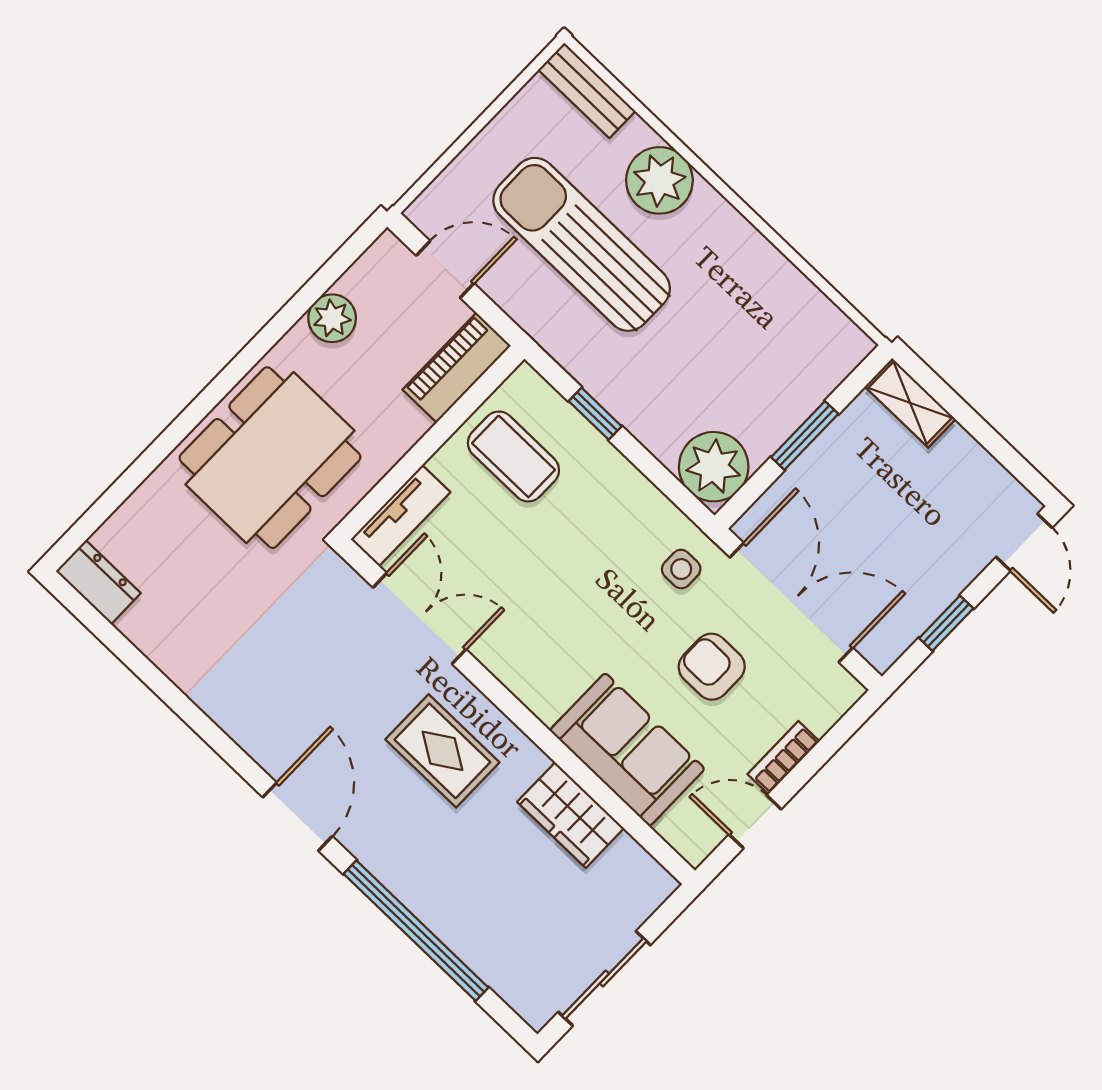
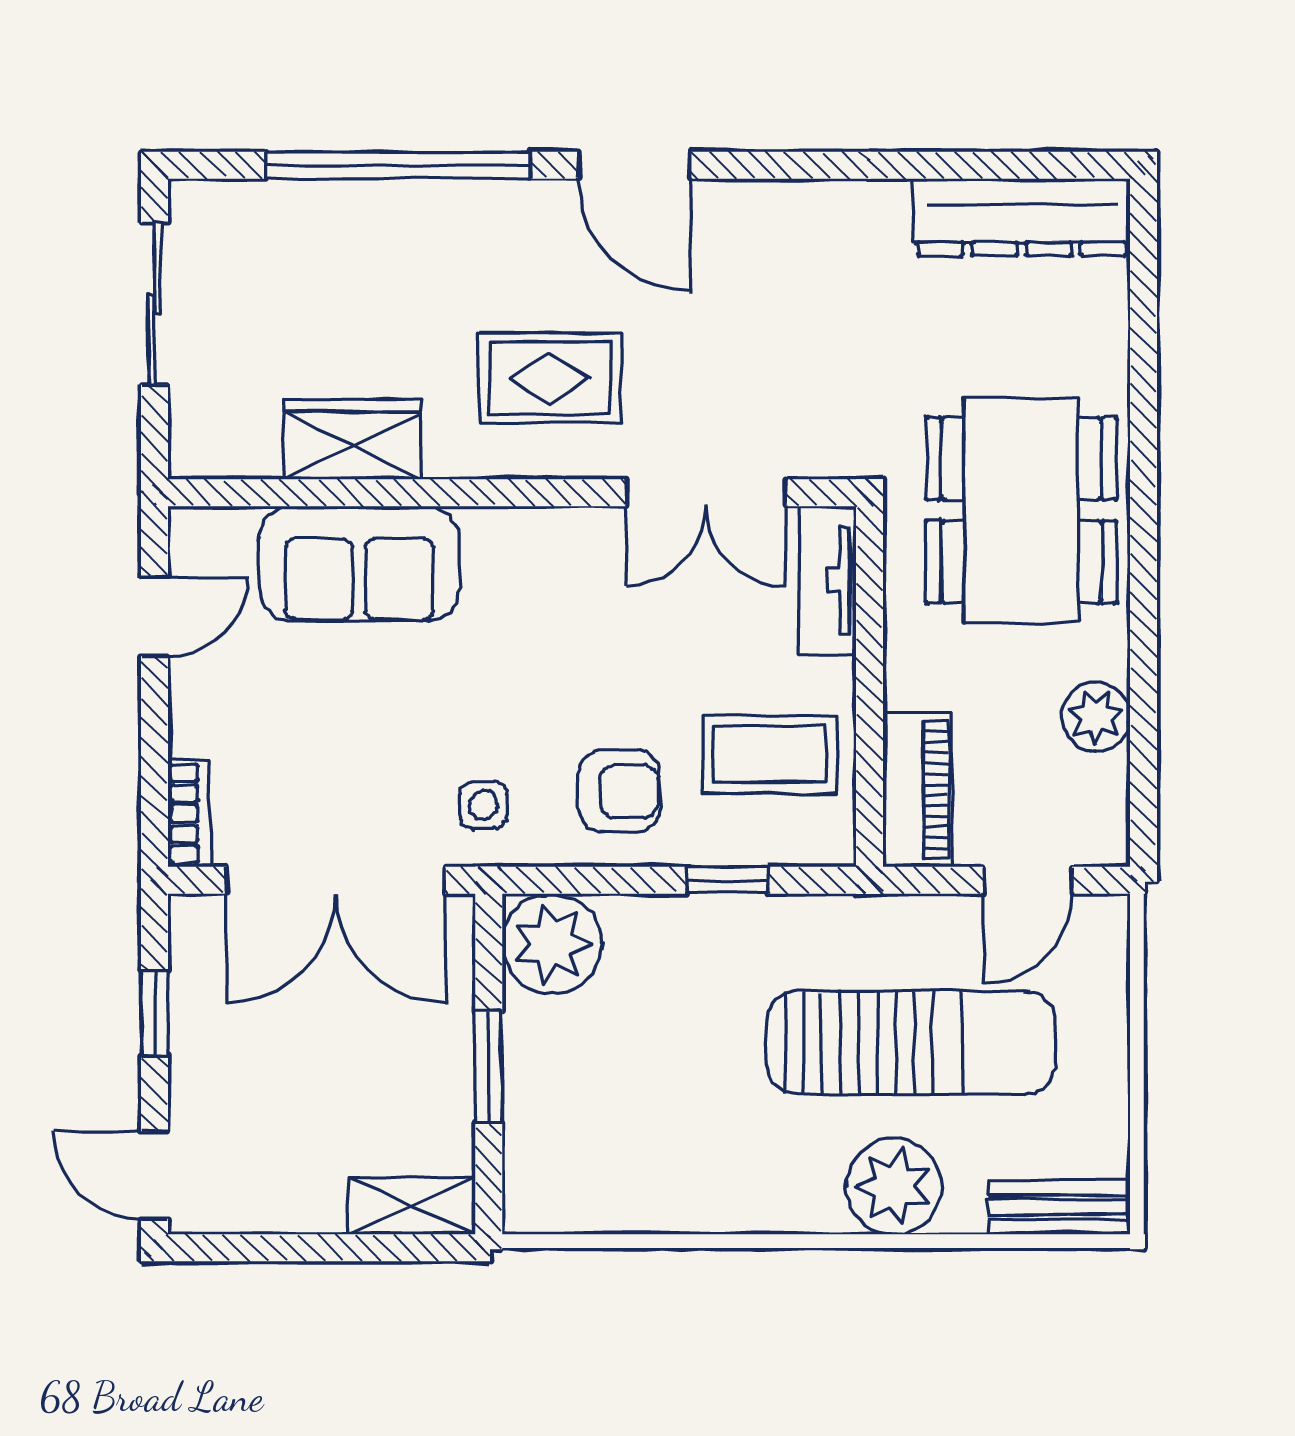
dresser: (98, 582) -> (1022, 217), width x1.96, depth x1.24
armchair: (712, 667) -> (619, 791), moved
bookcase: (783, 758) -> (189, 814), moved

